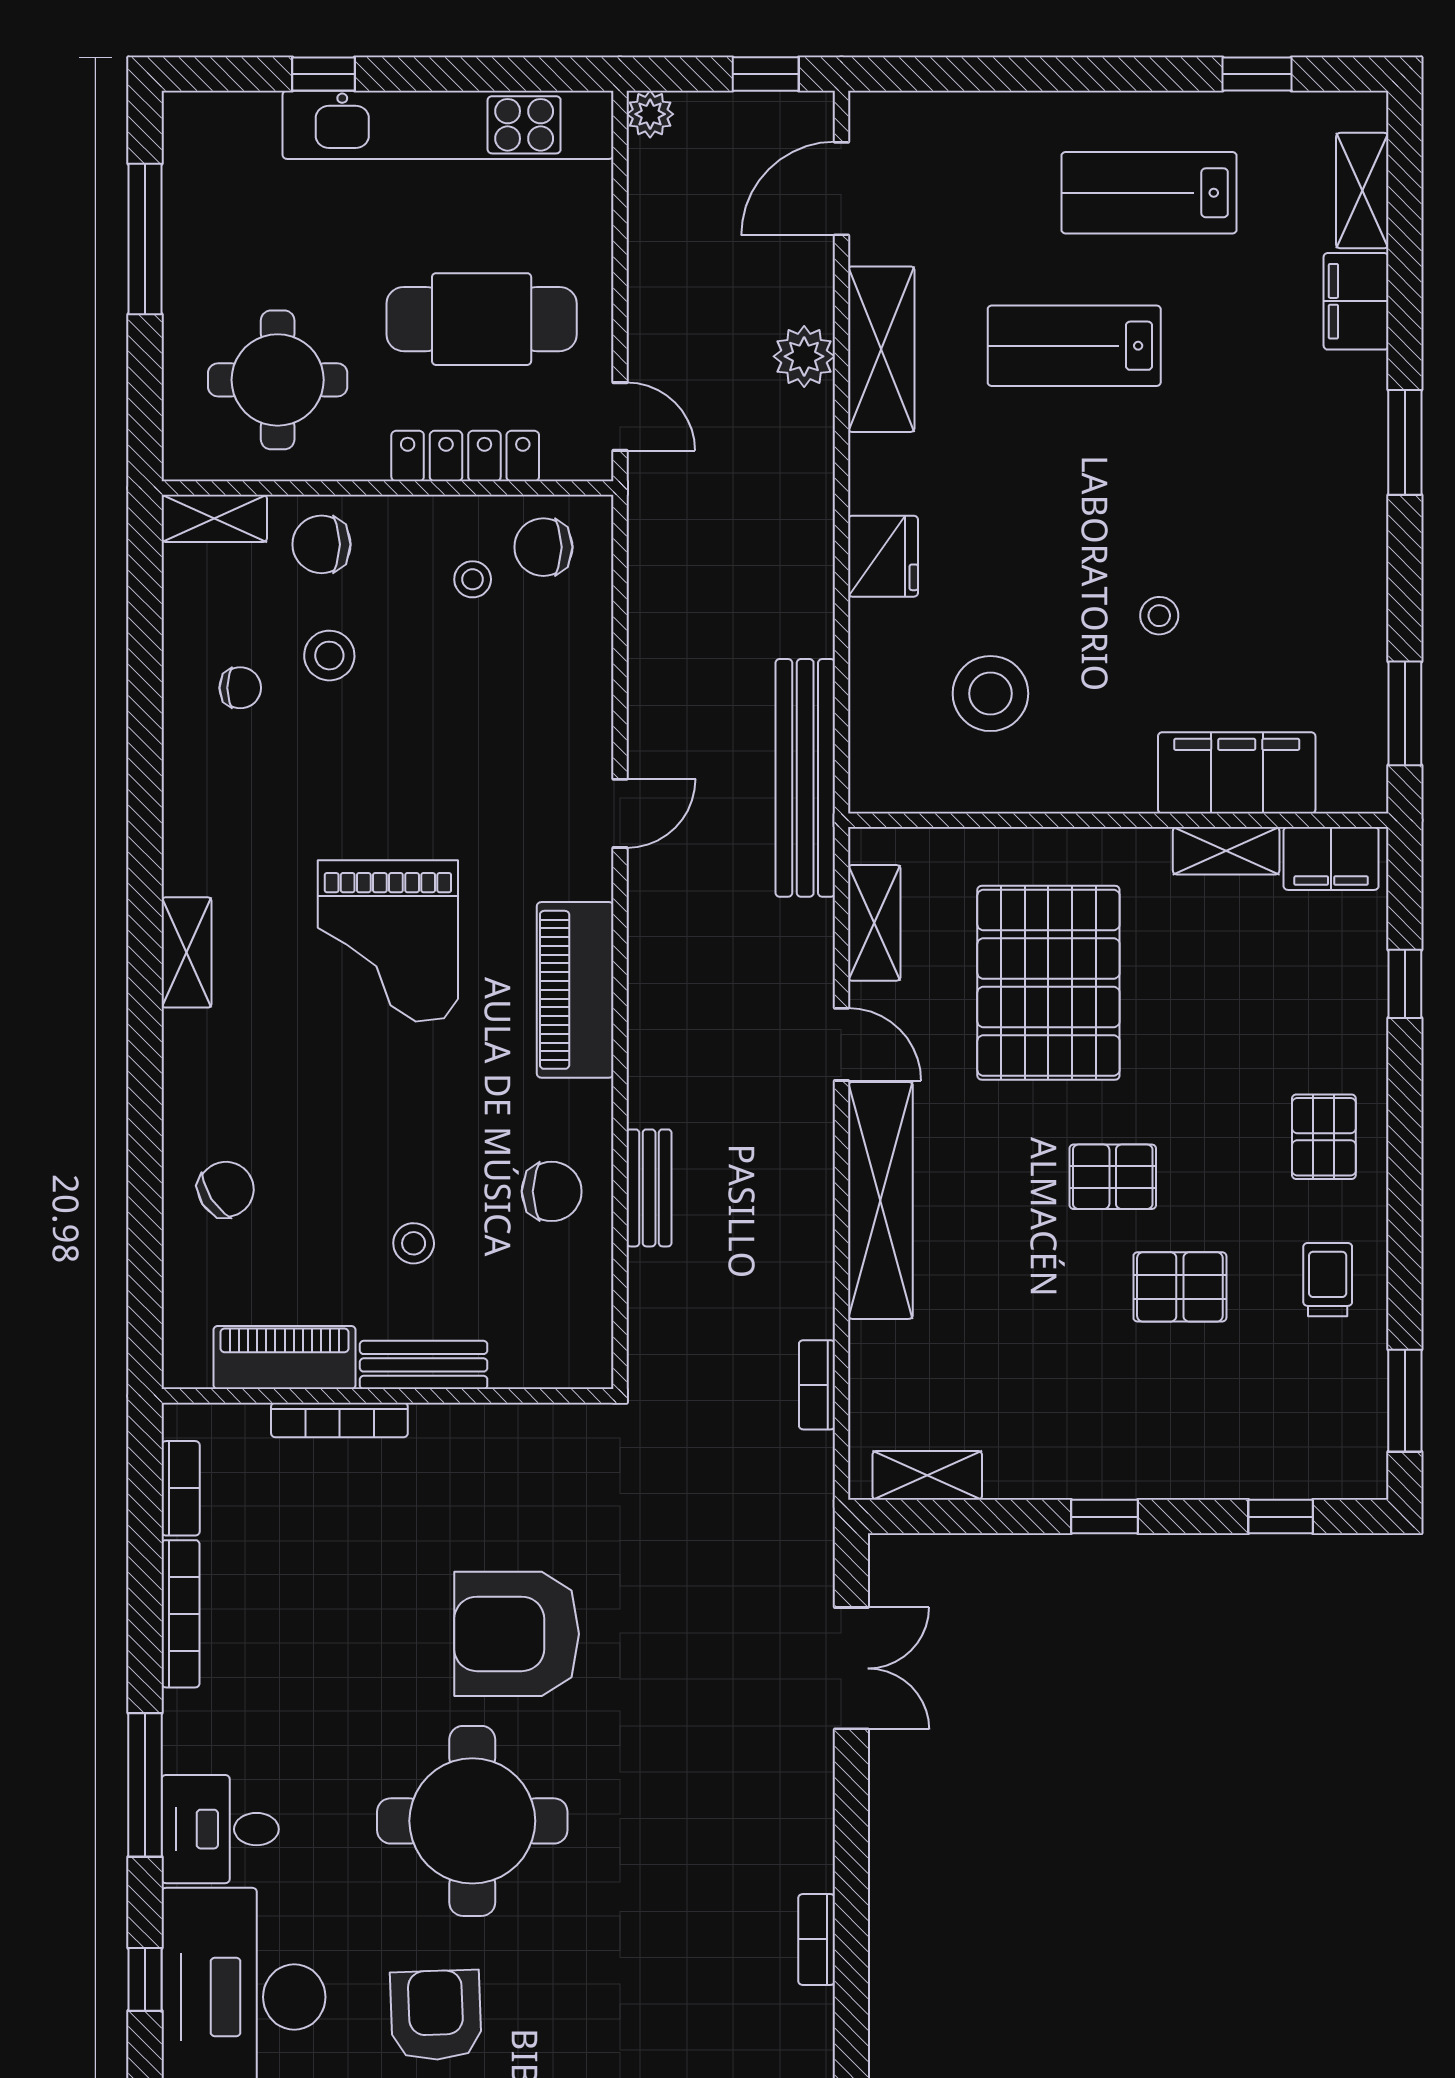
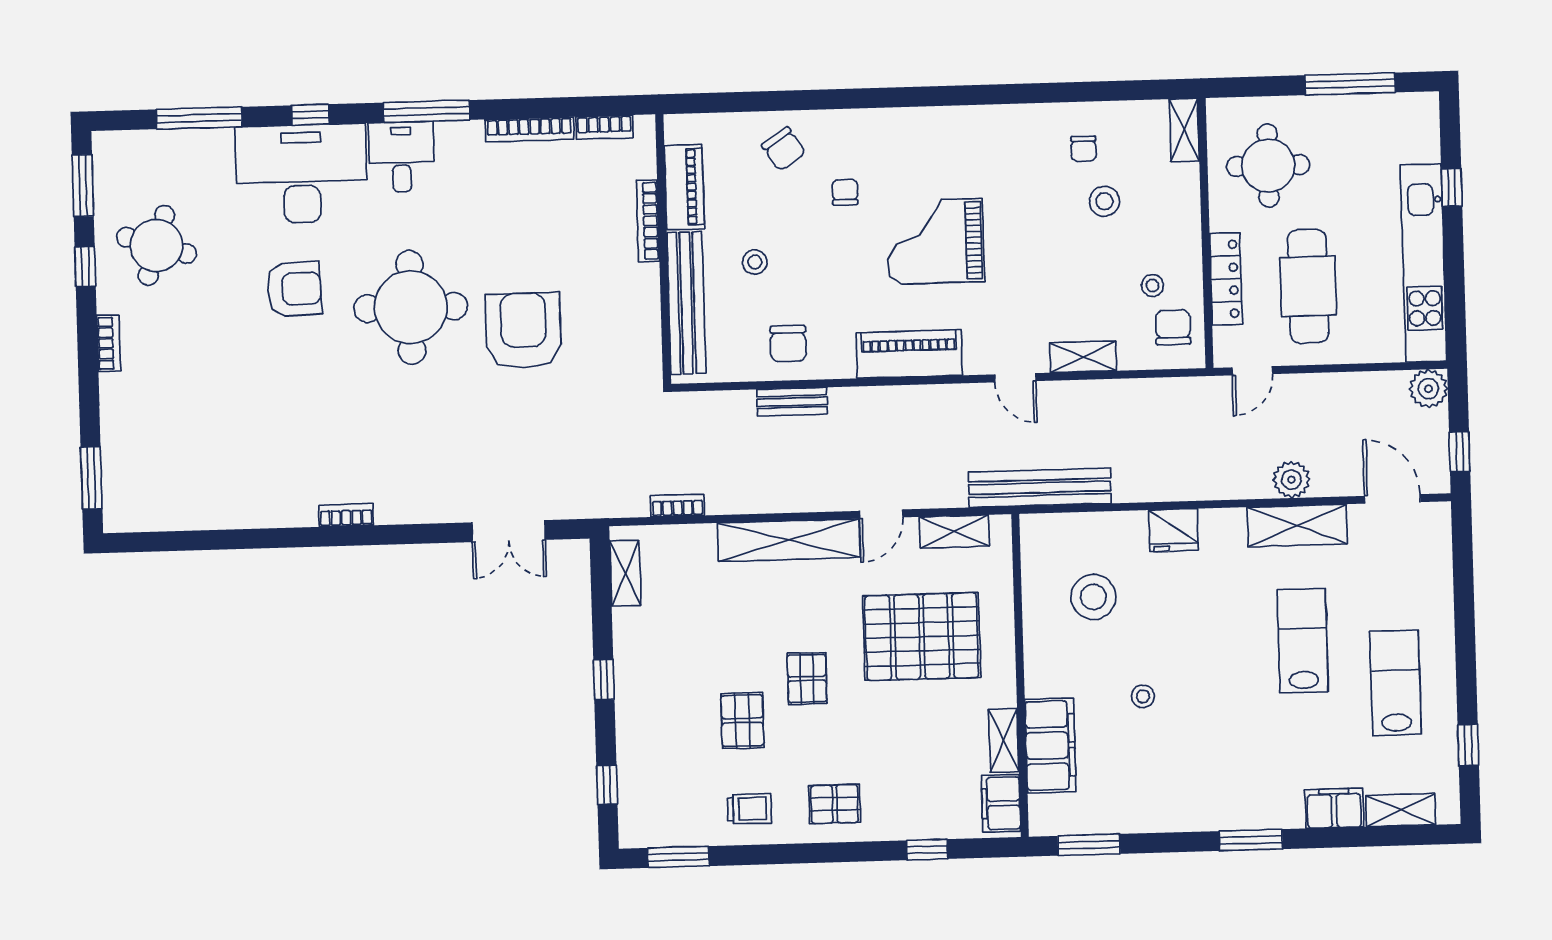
plant: (650, 114) -> (1428, 389), width x1.38, depth x1.38
chair: (322, 544) -> (845, 192), moved, width x0.73, depth x0.73
shelving: (187, 952) -> (1083, 357), moved
bench: (424, 1365) -> (686, 303), width x1.86, depth x1.21

